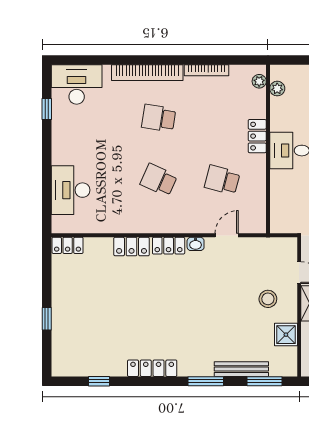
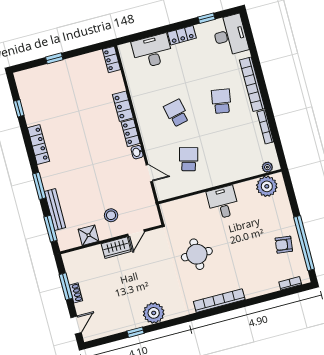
plant: (277, 89) -> (267, 186), width x1.87, depth x1.87
locker: (257, 136) -> (182, 35), moved, turned 180
school desk: (159, 180) -> (176, 113), turned -36

